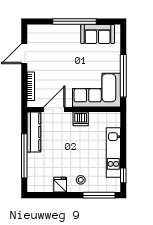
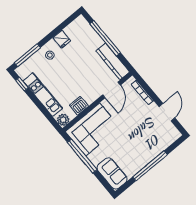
sofa: (98, 34) -> (112, 173), moved, turned 90
plant: (114, 118) -> (63, 120), added
dishwasher: (81, 119) -> (79, 106), moved

